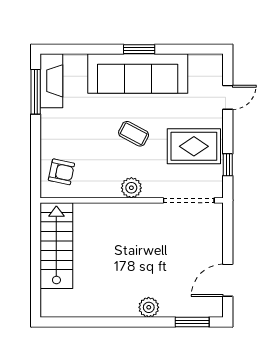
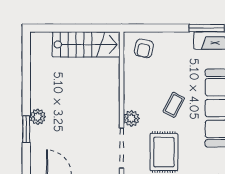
plant: (131, 188) -> (131, 118), moved
window: (192, 322) -> (26, 129), moved

